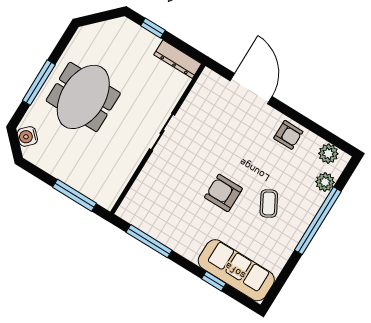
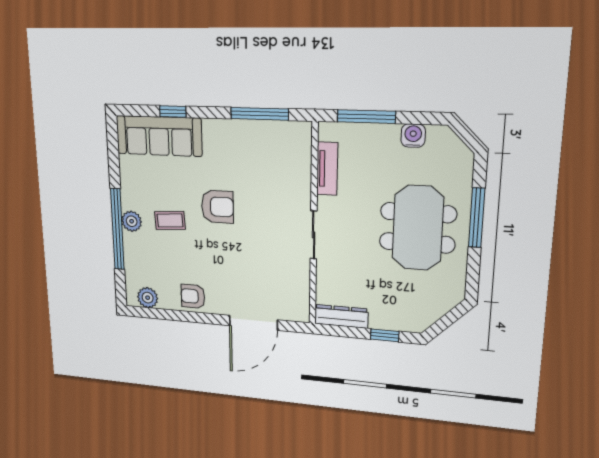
door: (251, 89) -> (253, 323), hinge flipped
water cooler: (27, 136) -> (413, 136), moved, turned -45
tv unit: (123, 175) -> (327, 169), added
plant: (325, 182) -> (132, 221), moved
coffee table: (269, 203) -> (170, 220), turned -65

